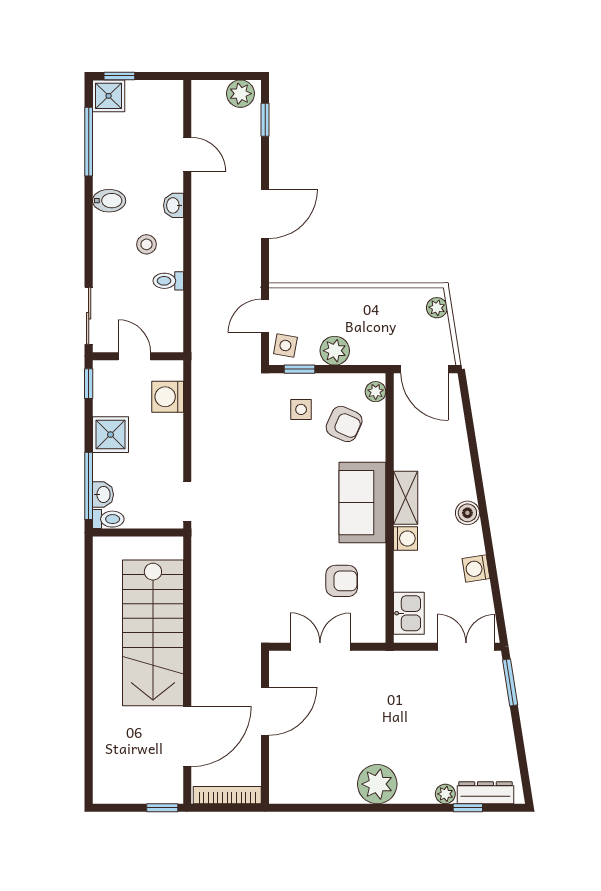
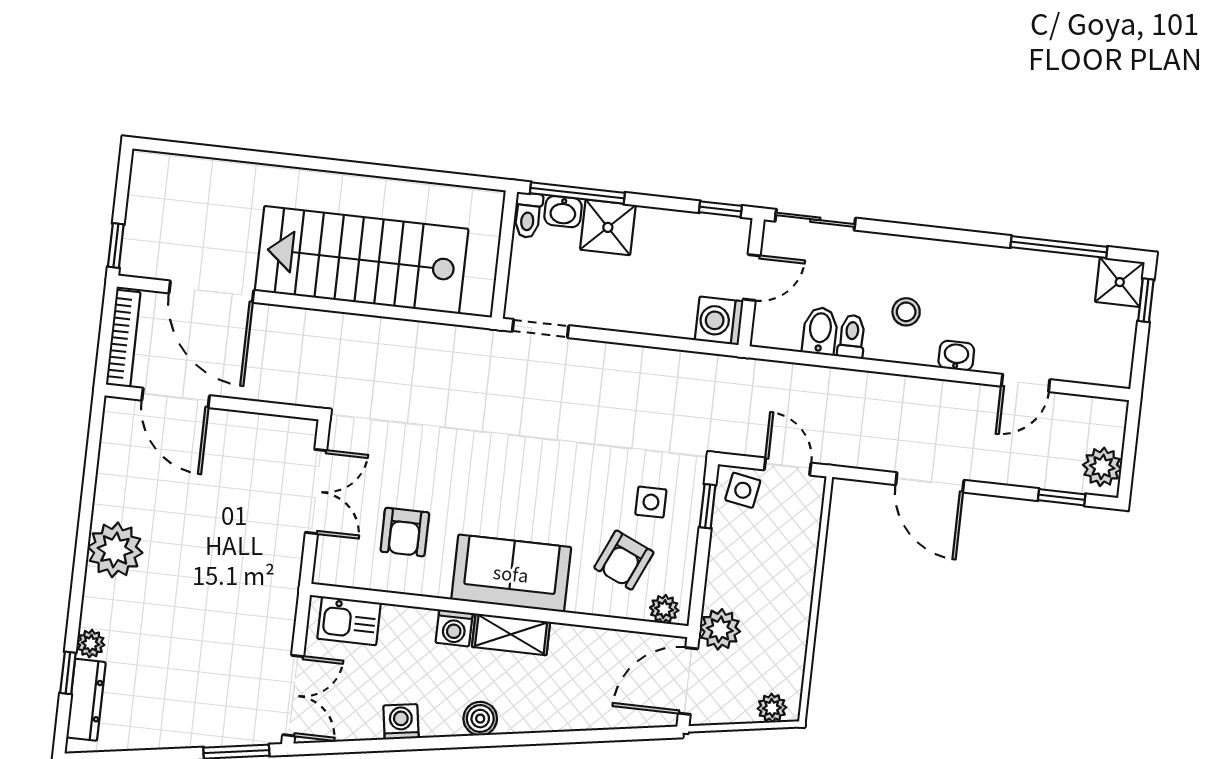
bidet: (109, 201) -> (820, 331), moved, turned 180
plant: (335, 351) -> (720, 629), moved
washing machine: (168, 397) -> (719, 321), moved, turned -90
shower: (110, 435) -> (608, 227), moved
door: (265, 711) -> (176, 398), moved

